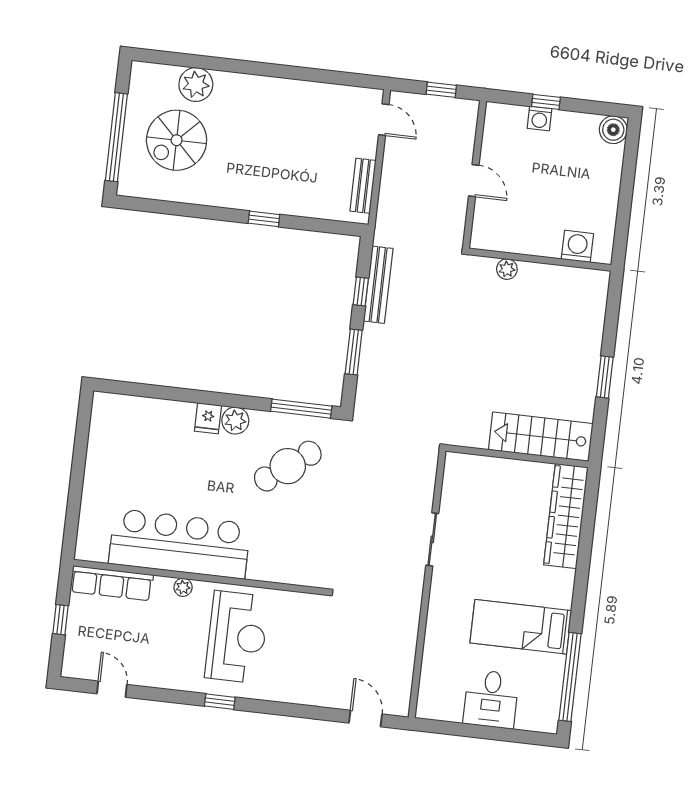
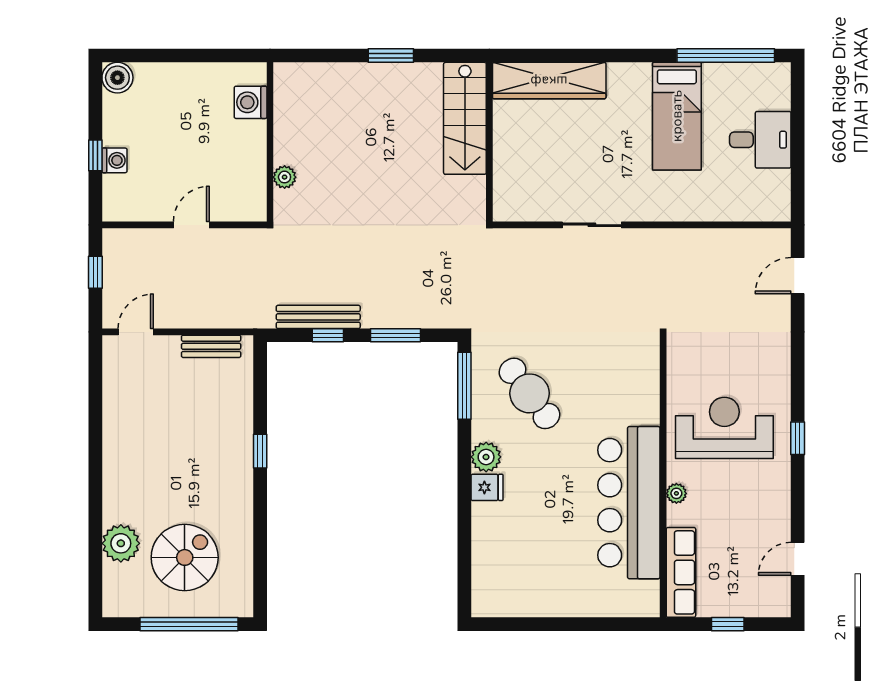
spiral stairs: (177, 140) -> (185, 557), turned -90

